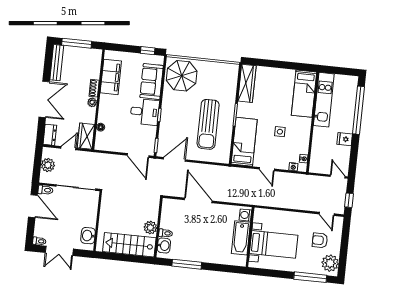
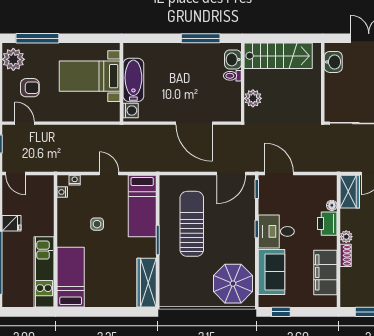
printer: (105, 114) -> (327, 224), added
plant: (150, 228) -> (253, 98), moved

